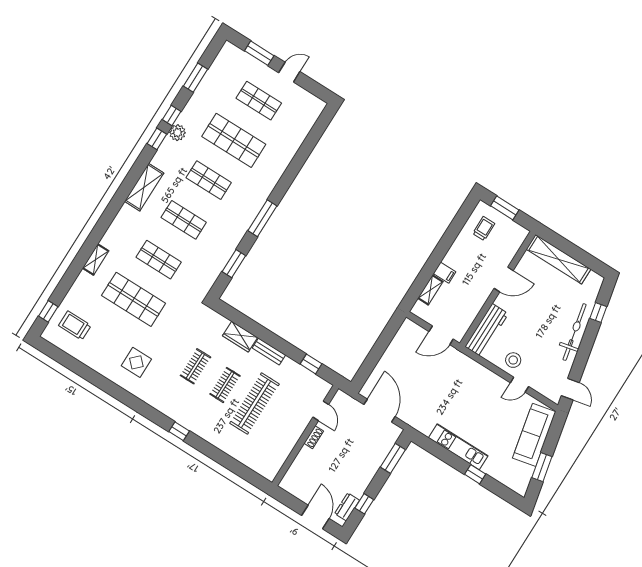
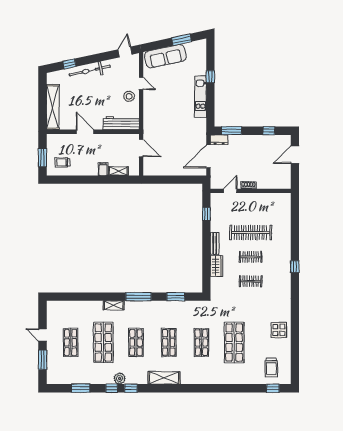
shelving: (96, 260) -> (114, 305), moved
display table: (136, 362) -> (279, 330), moved
dresser: (347, 507) -> (219, 140), moved

